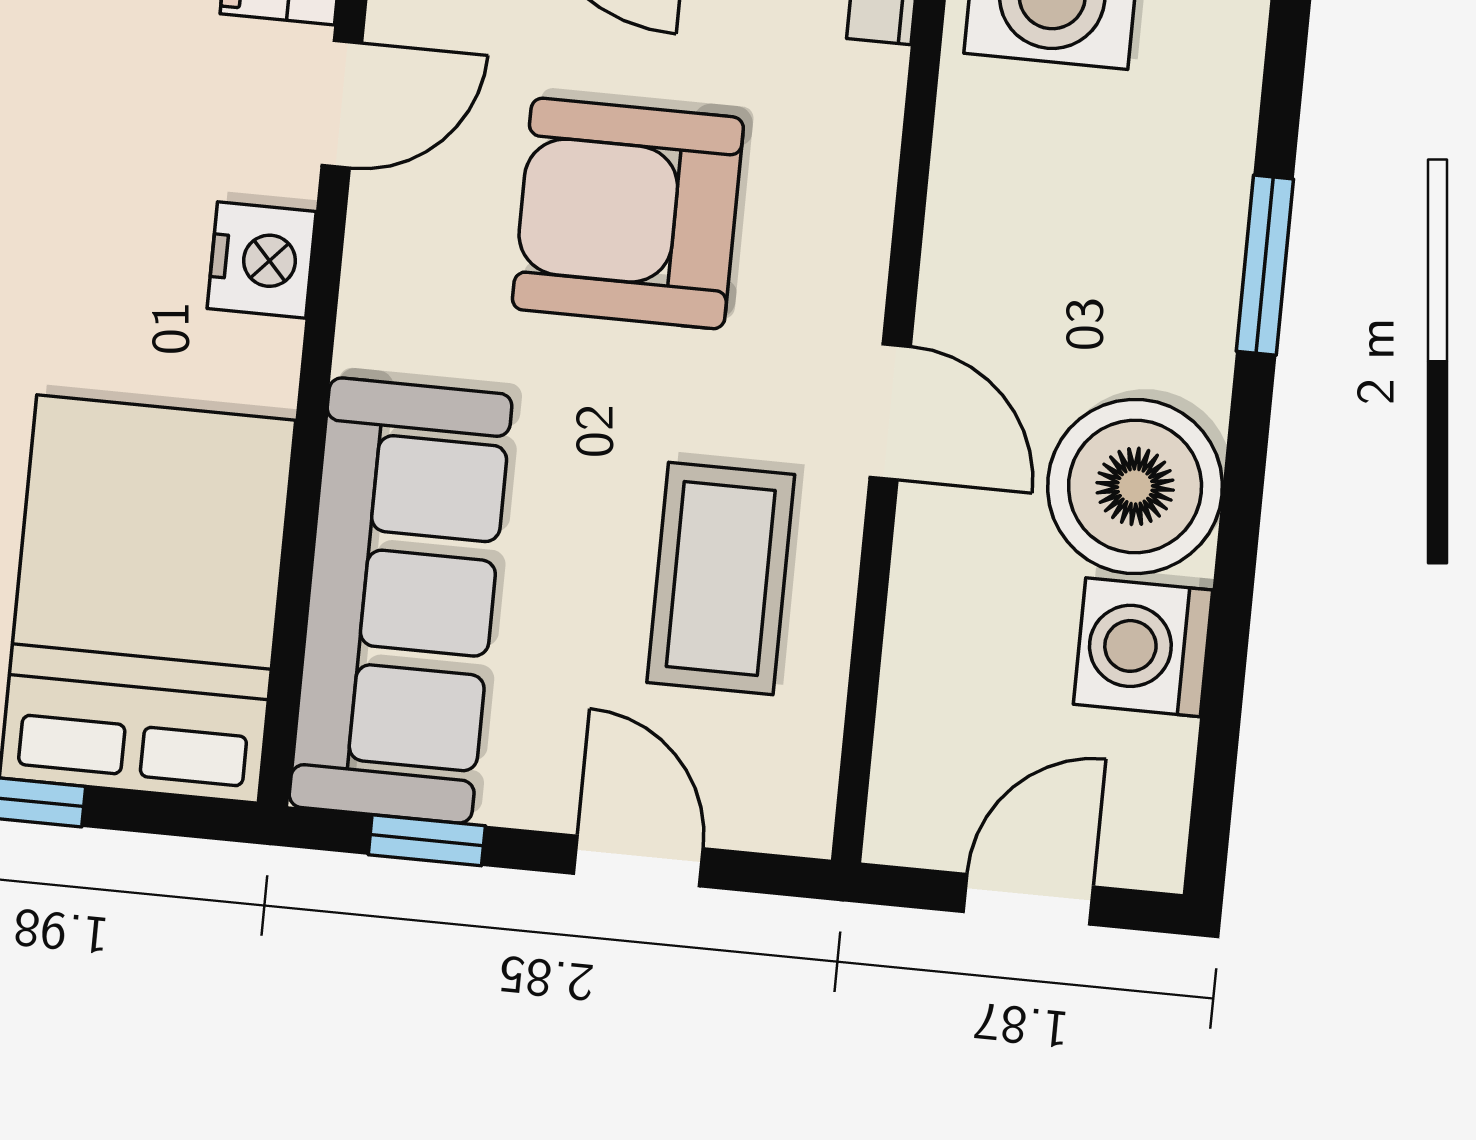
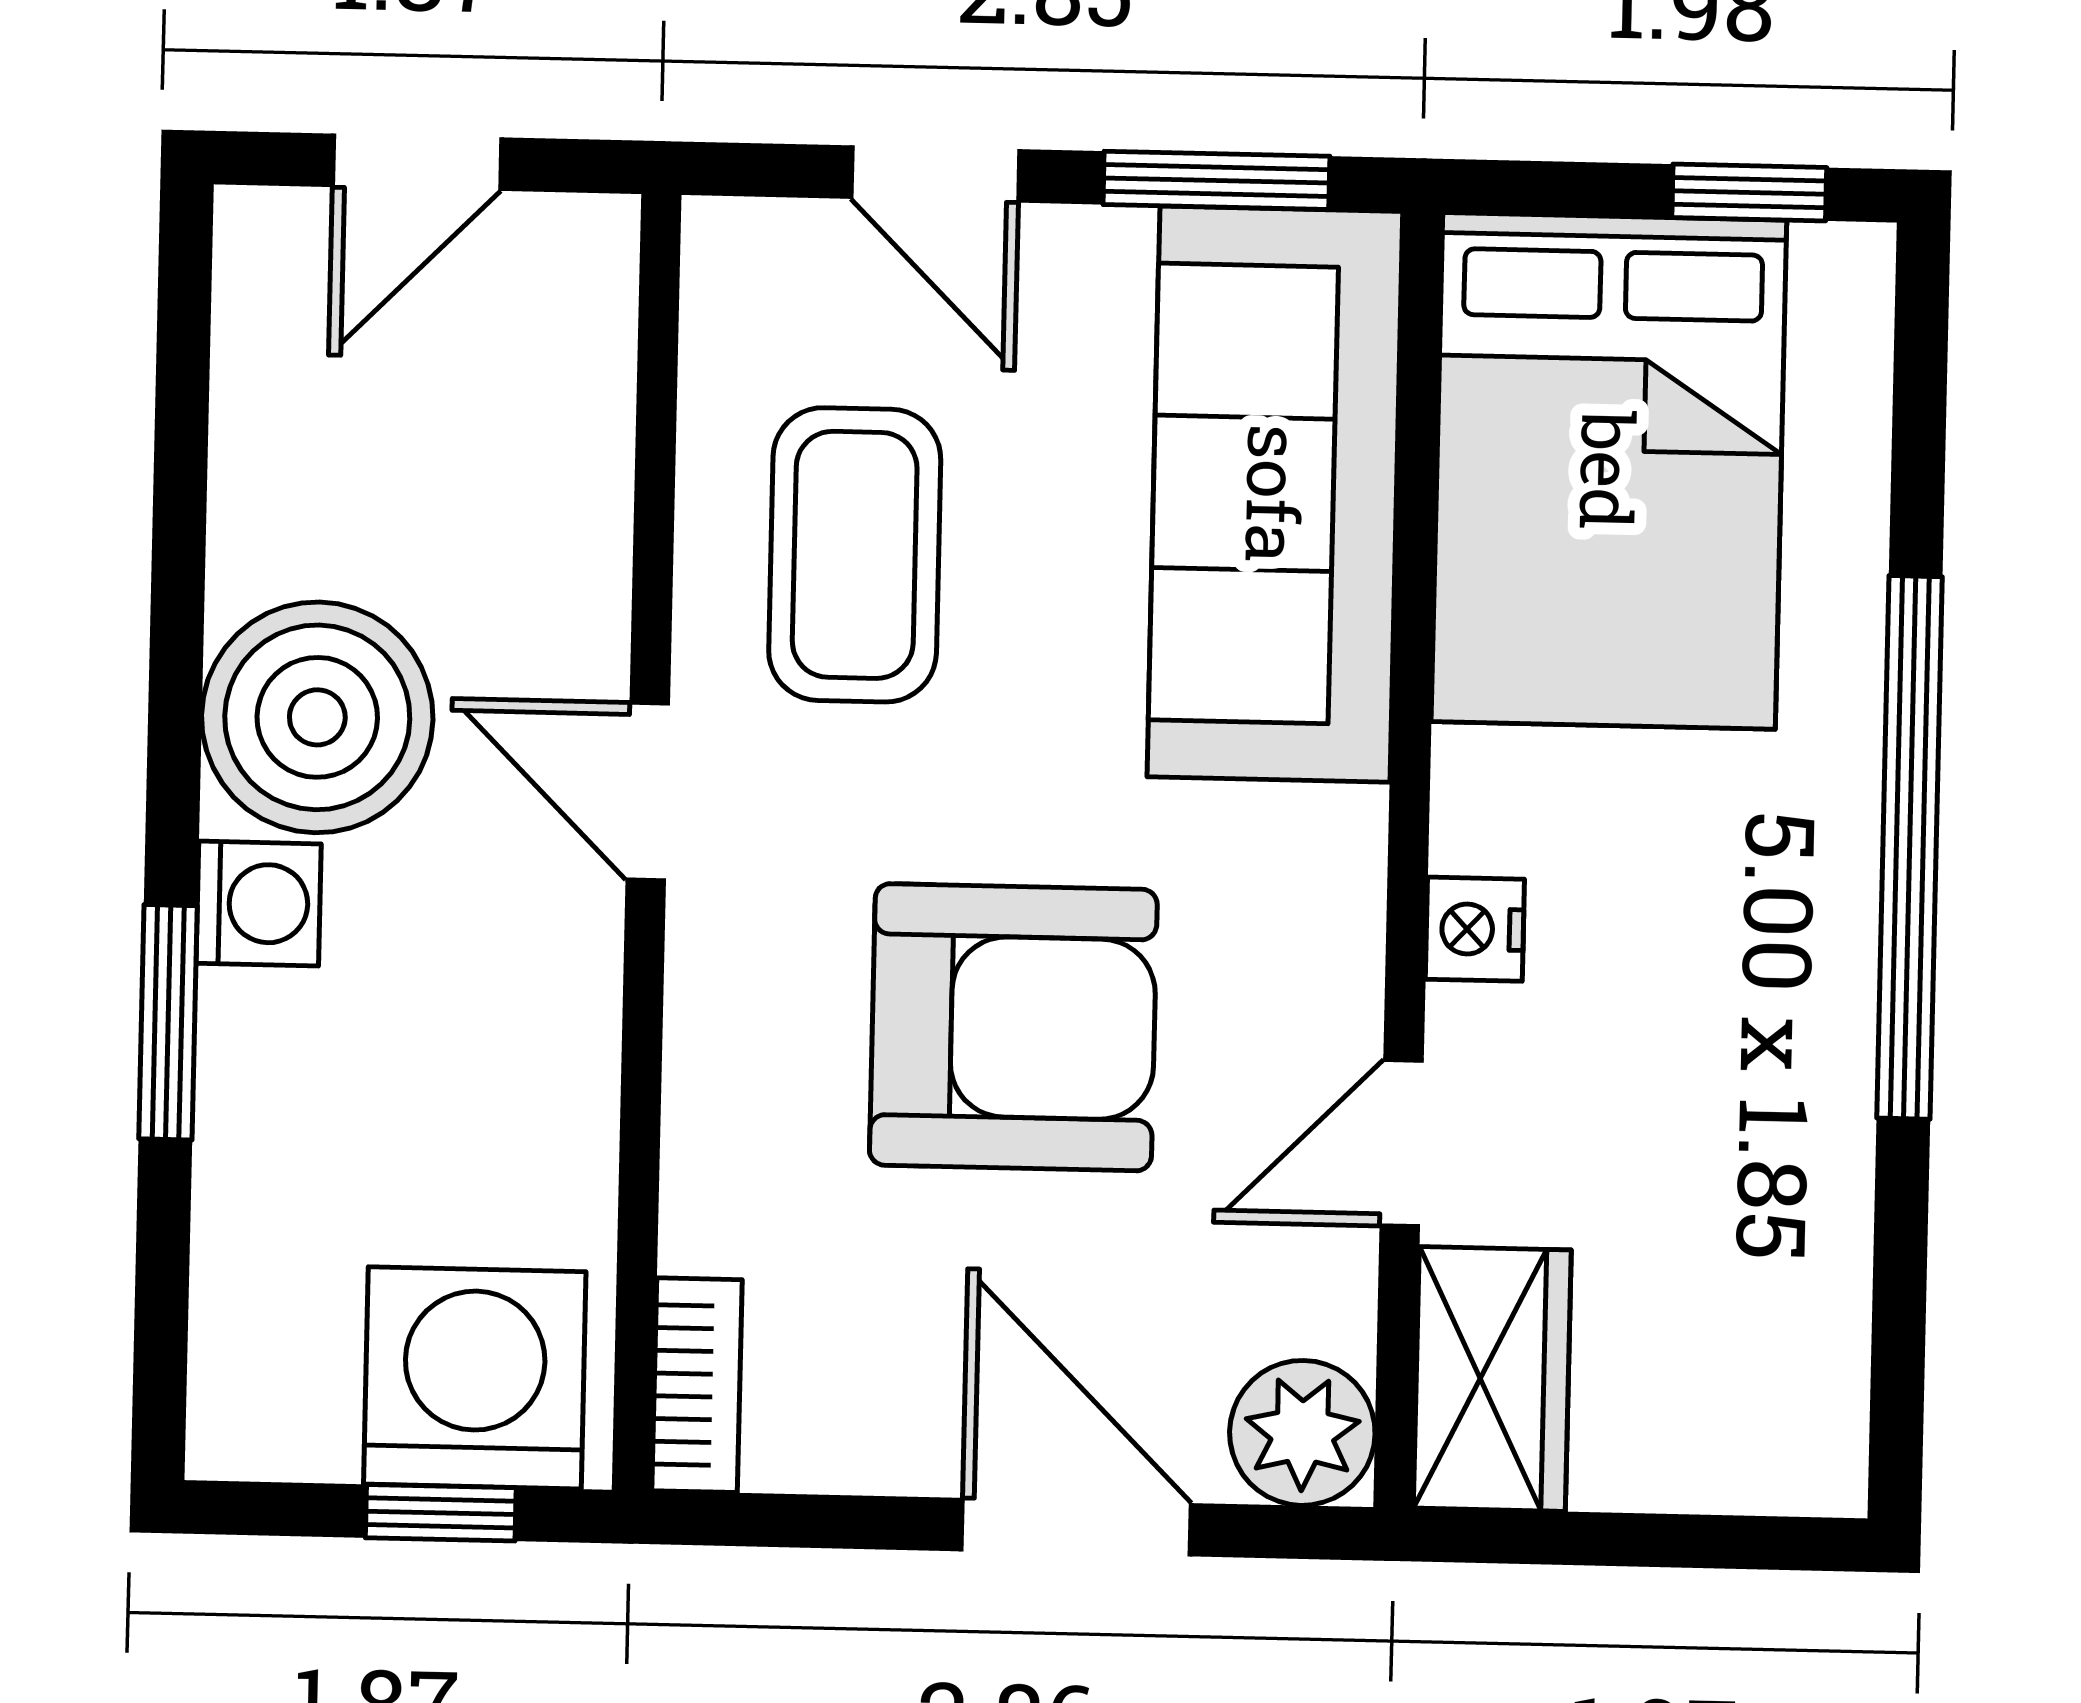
nightstand: (262, 260) -> (1475, 929), width x0.72, depth x0.74
washing machine: (1143, 647) -> (259, 904), moved, width x0.73, depth x0.73
window: (427, 840) -> (1216, 180), width x1.50

